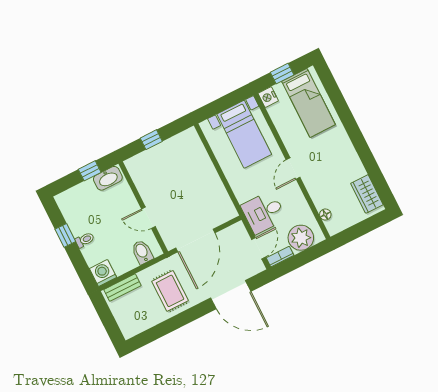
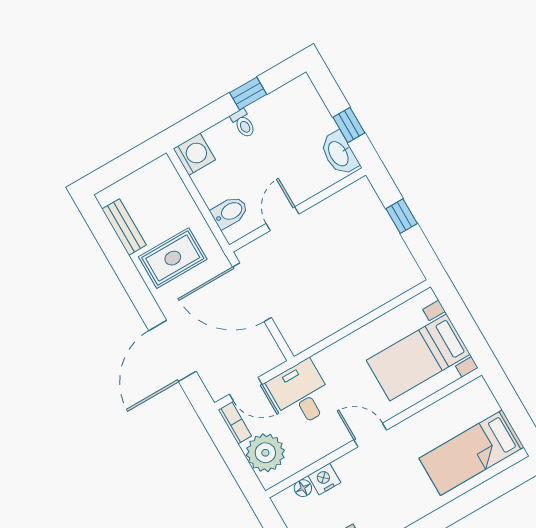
window: (282, 74) -> (514, 410), removed
nightstand: (268, 97) -> (324, 479), moved
bench: (122, 288) -> (124, 227), moved

